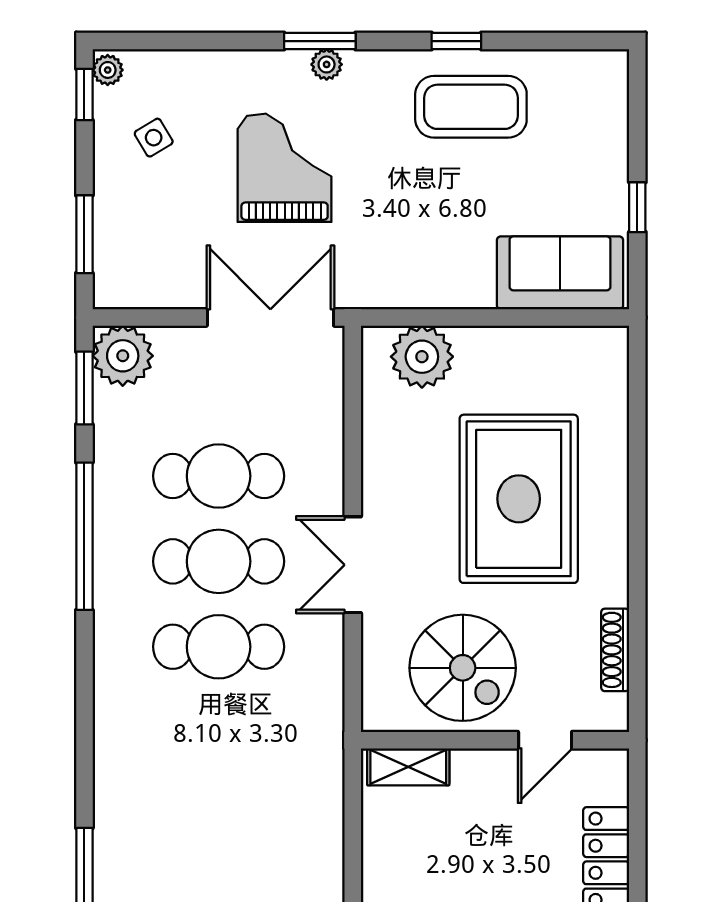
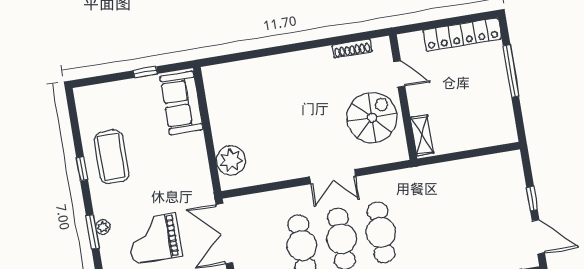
rug: (519, 499) -> (289, 105), removed

